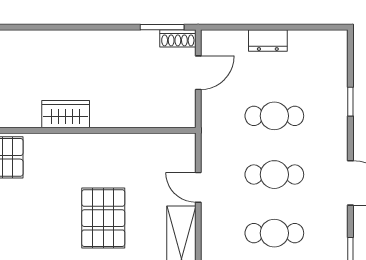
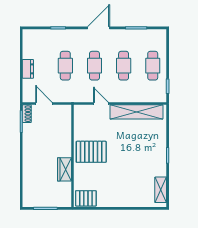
door: (198, 187) -> (101, 104), swing flipped
pallet: (103, 218) -> (91, 152), moved

